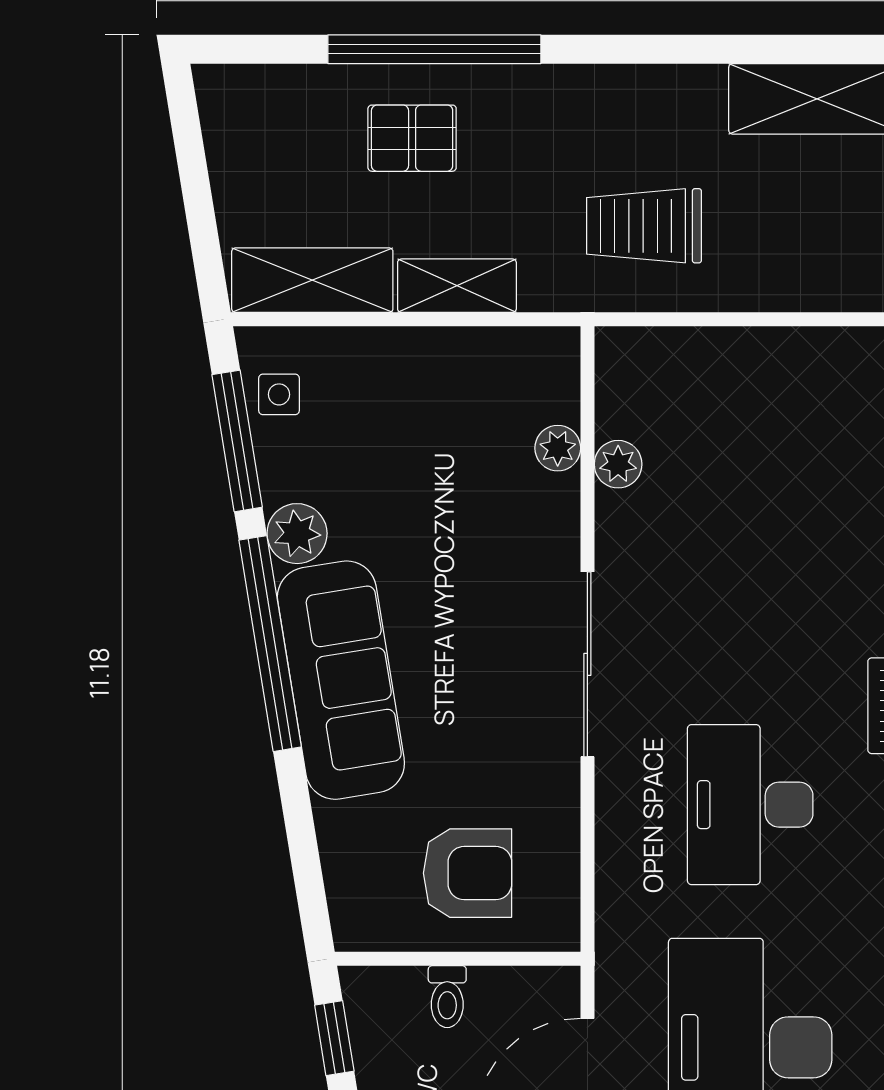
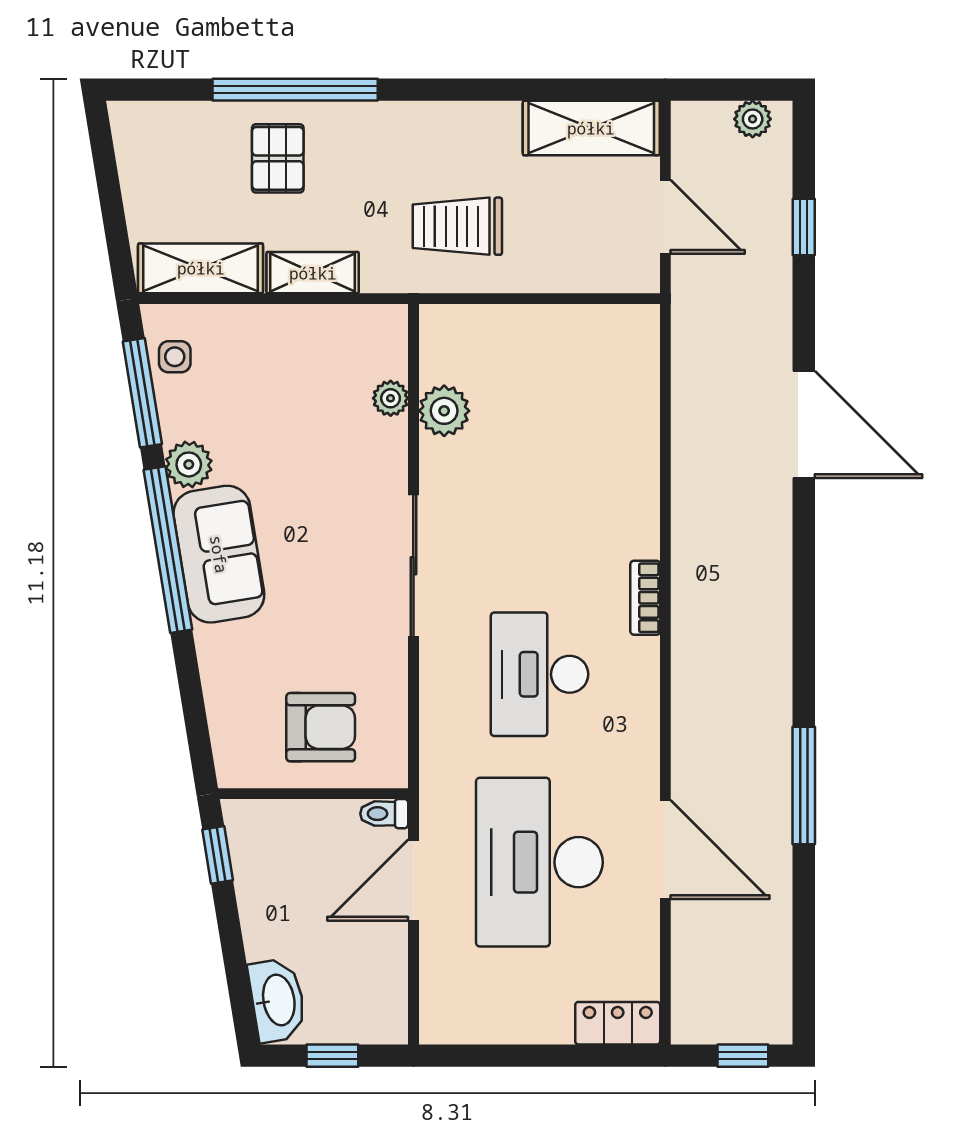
pallet: (412, 138) -> (278, 158), turned 90
plant: (618, 464) -> (444, 411), width x1.38, depth x1.38
sofa: (341, 680) -> (219, 554), width x0.73
toilet: (447, 997) -> (384, 814), moved, turned 90

